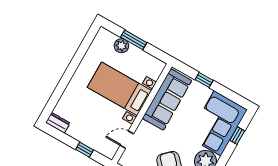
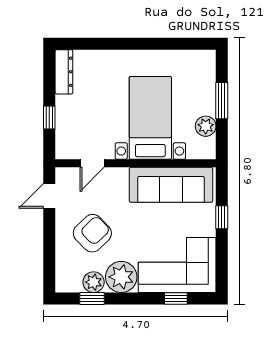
plant: (121, 46) -> (206, 126), moved
dresser: (58, 123) -> (64, 72), width x1.44
door: (127, 140) -> (92, 163), swing flipped

